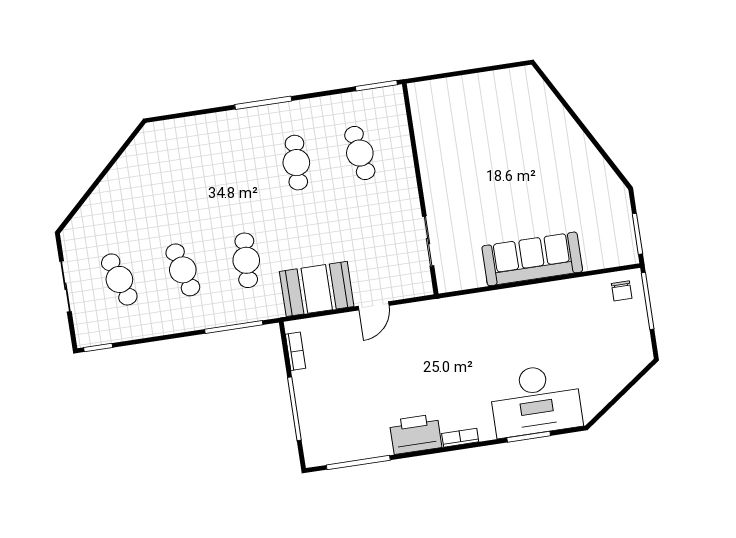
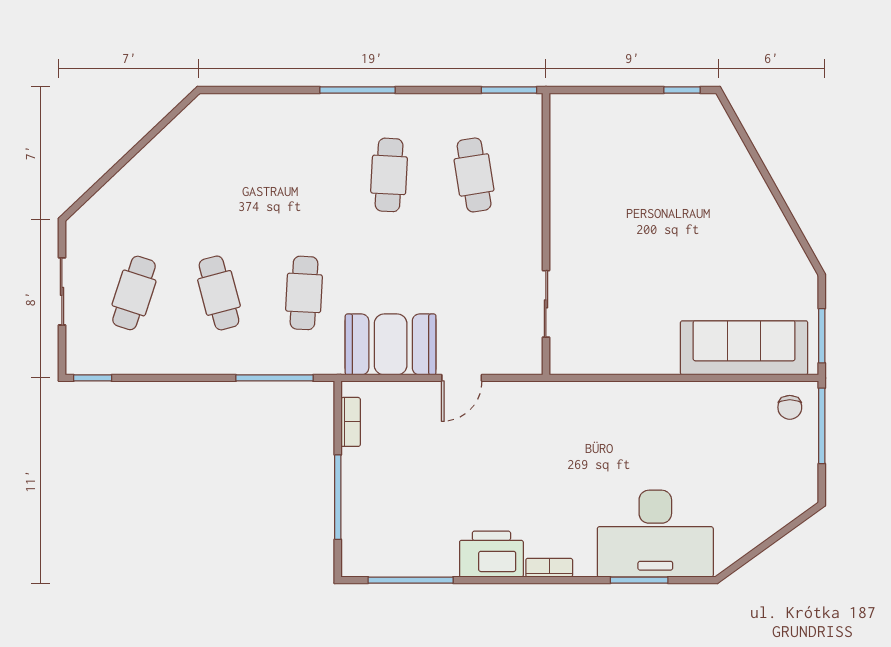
window: (505, 66) -> (682, 90), added
sofa: (532, 259) -> (744, 348), moved
cafe table: (119, 279) -> (134, 293), turned 36

